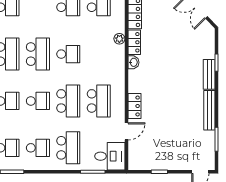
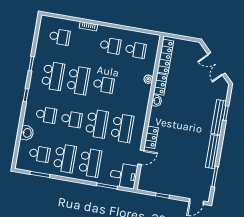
bench: (209, 74) -> (219, 117), width x1.36
school desk: (38, 148) -> (65, 158), width x1.85

